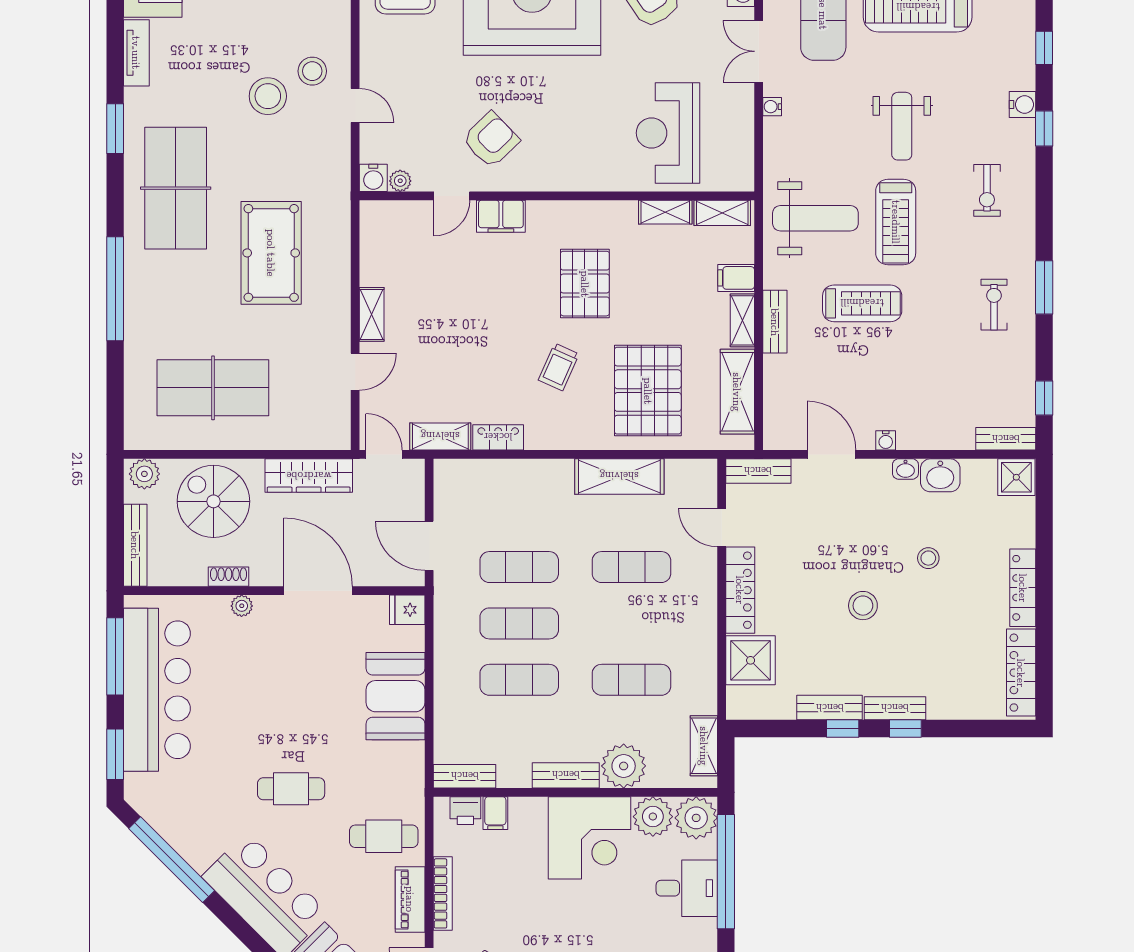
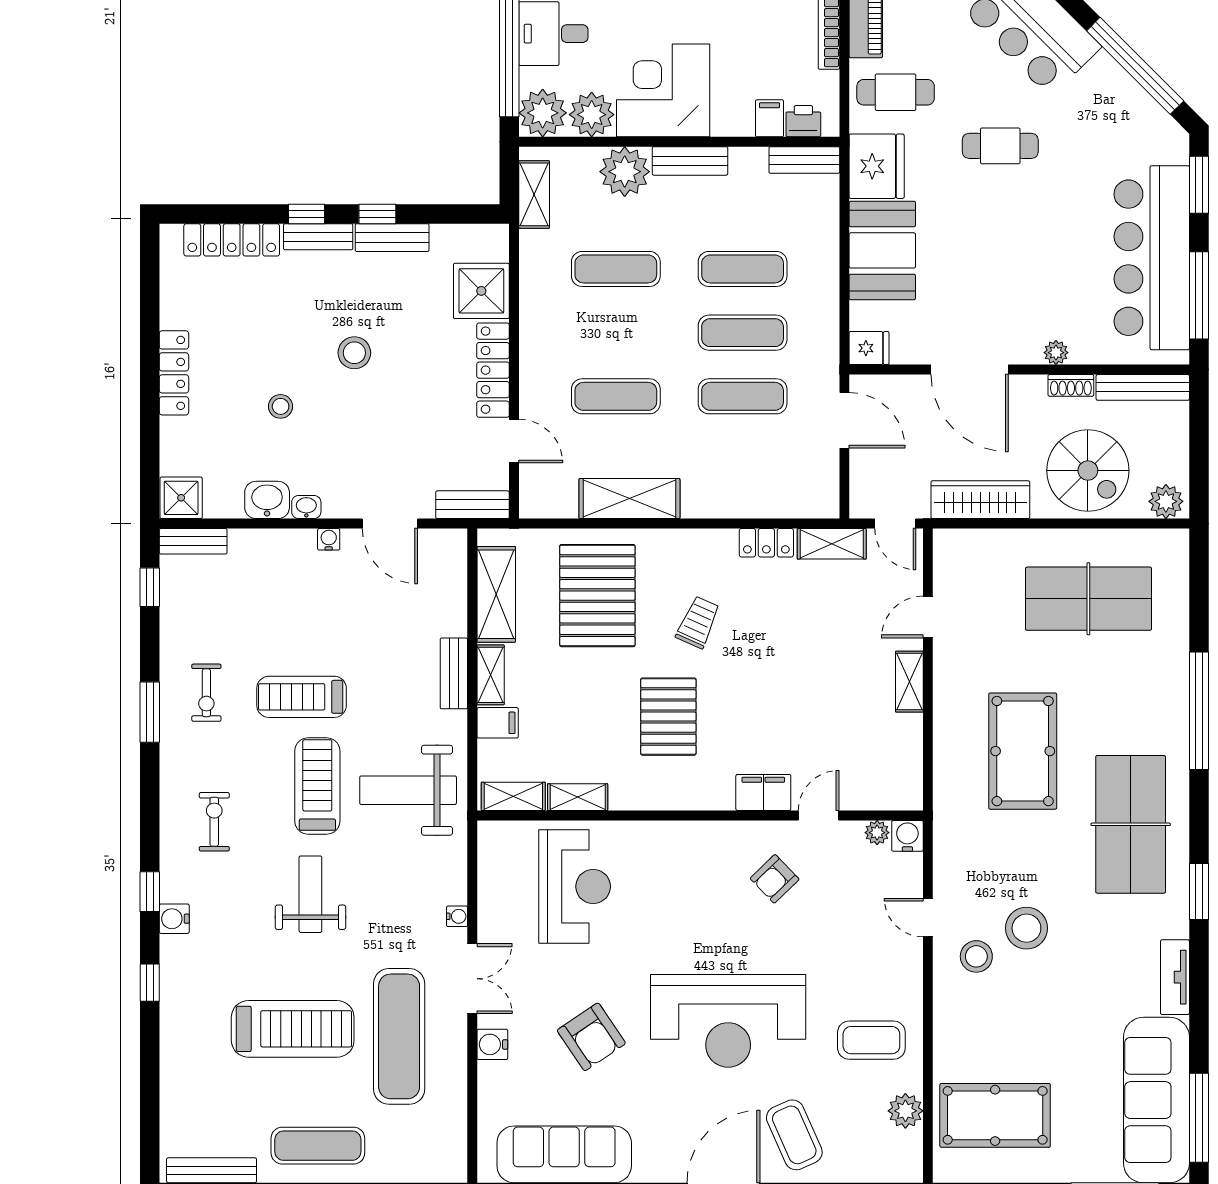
armchair: (491, 140) -> (775, 879), width x0.72, depth x0.72
treadmill: (862, 303) -> (302, 697), moved
bench: (135, 545) -> (1143, 387), moved, turned 90
locker: (1021, 673) -> (232, 240), moved, turned 90
fridge: (401, 771) -> (877, 166), added

